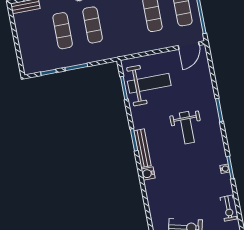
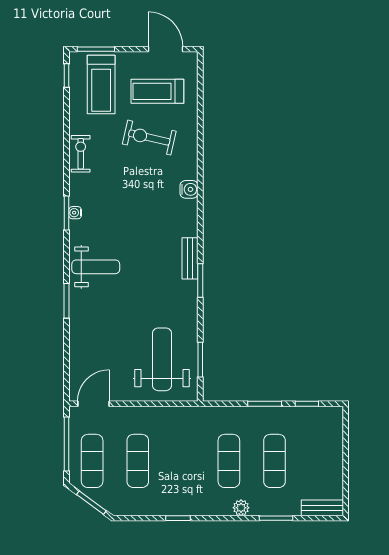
weight bench: (149, 83) -> (162, 359), turned 90
weight bench: (187, 128) -> (96, 267), moved, turned 90
bench: (143, 148) -> (190, 258), width x0.73
water cooler: (148, 173) -> (189, 189), moved

